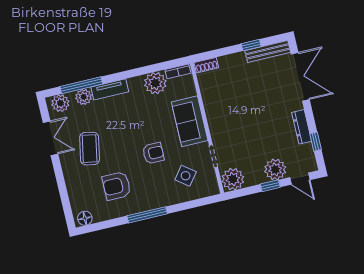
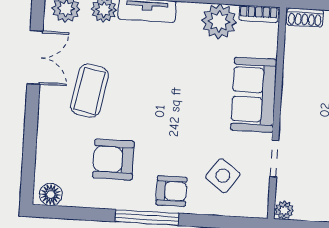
armchair: (153, 153) -> (171, 191), moved
plant: (233, 179) -> (284, 210), width x0.53, depth x0.53

